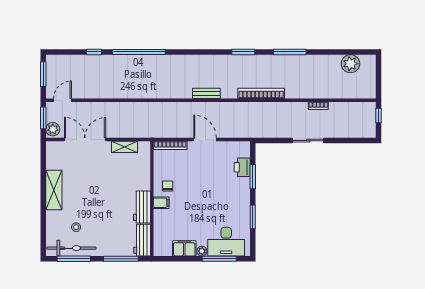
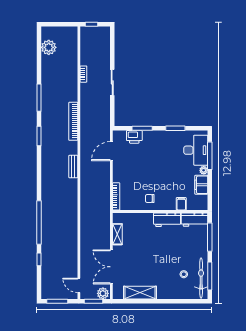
door: (205, 140) -> (111, 151), moved
shelving: (54, 190) -> (140, 293), moved
filing cabinet: (161, 203) -> (181, 204), moved

